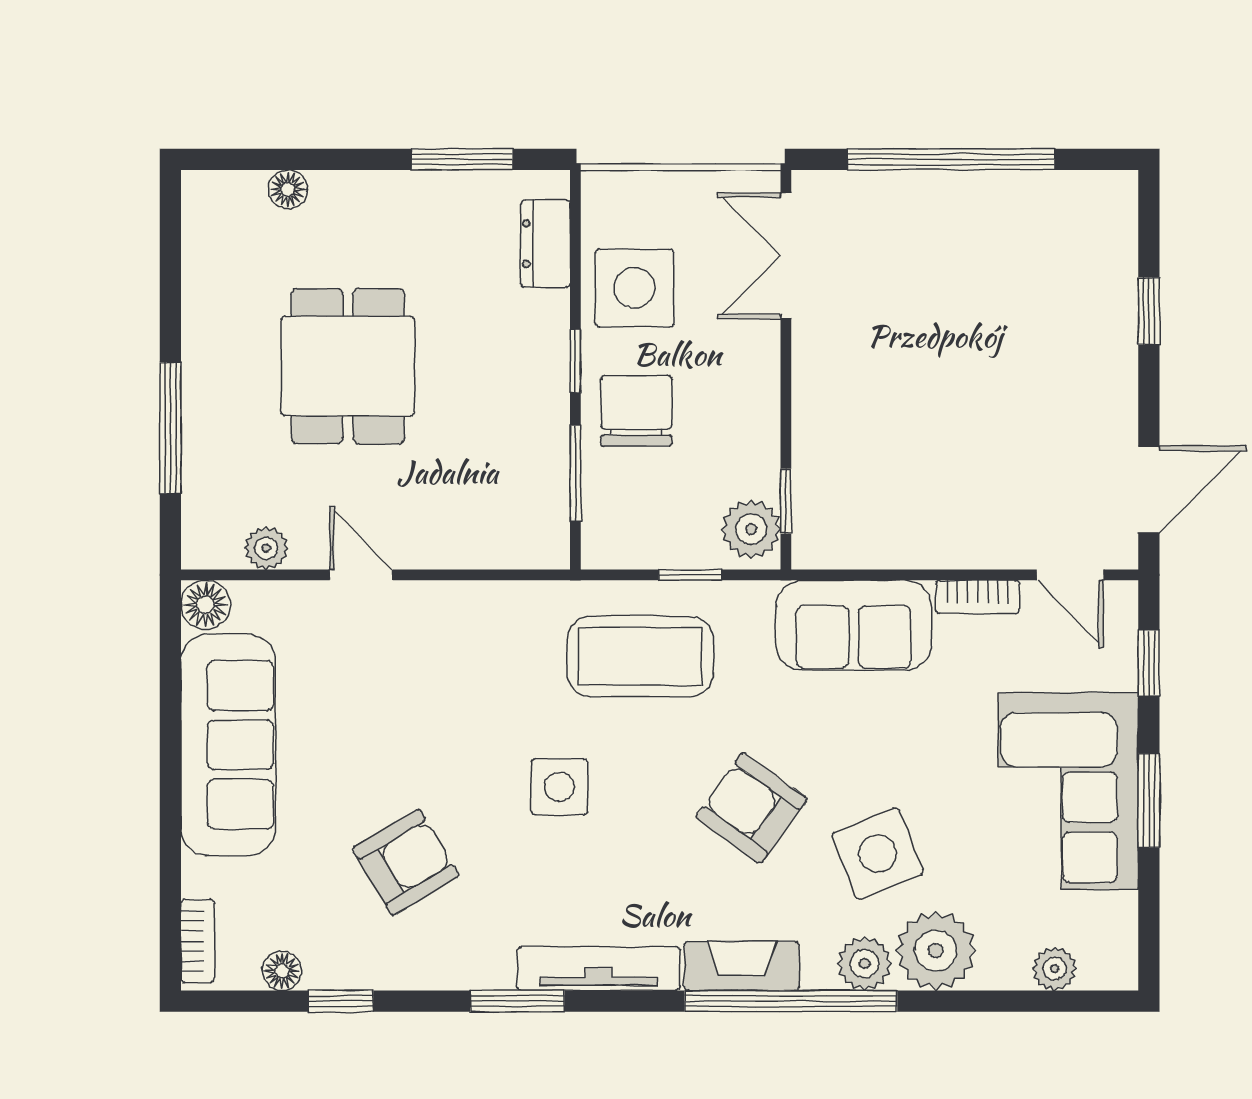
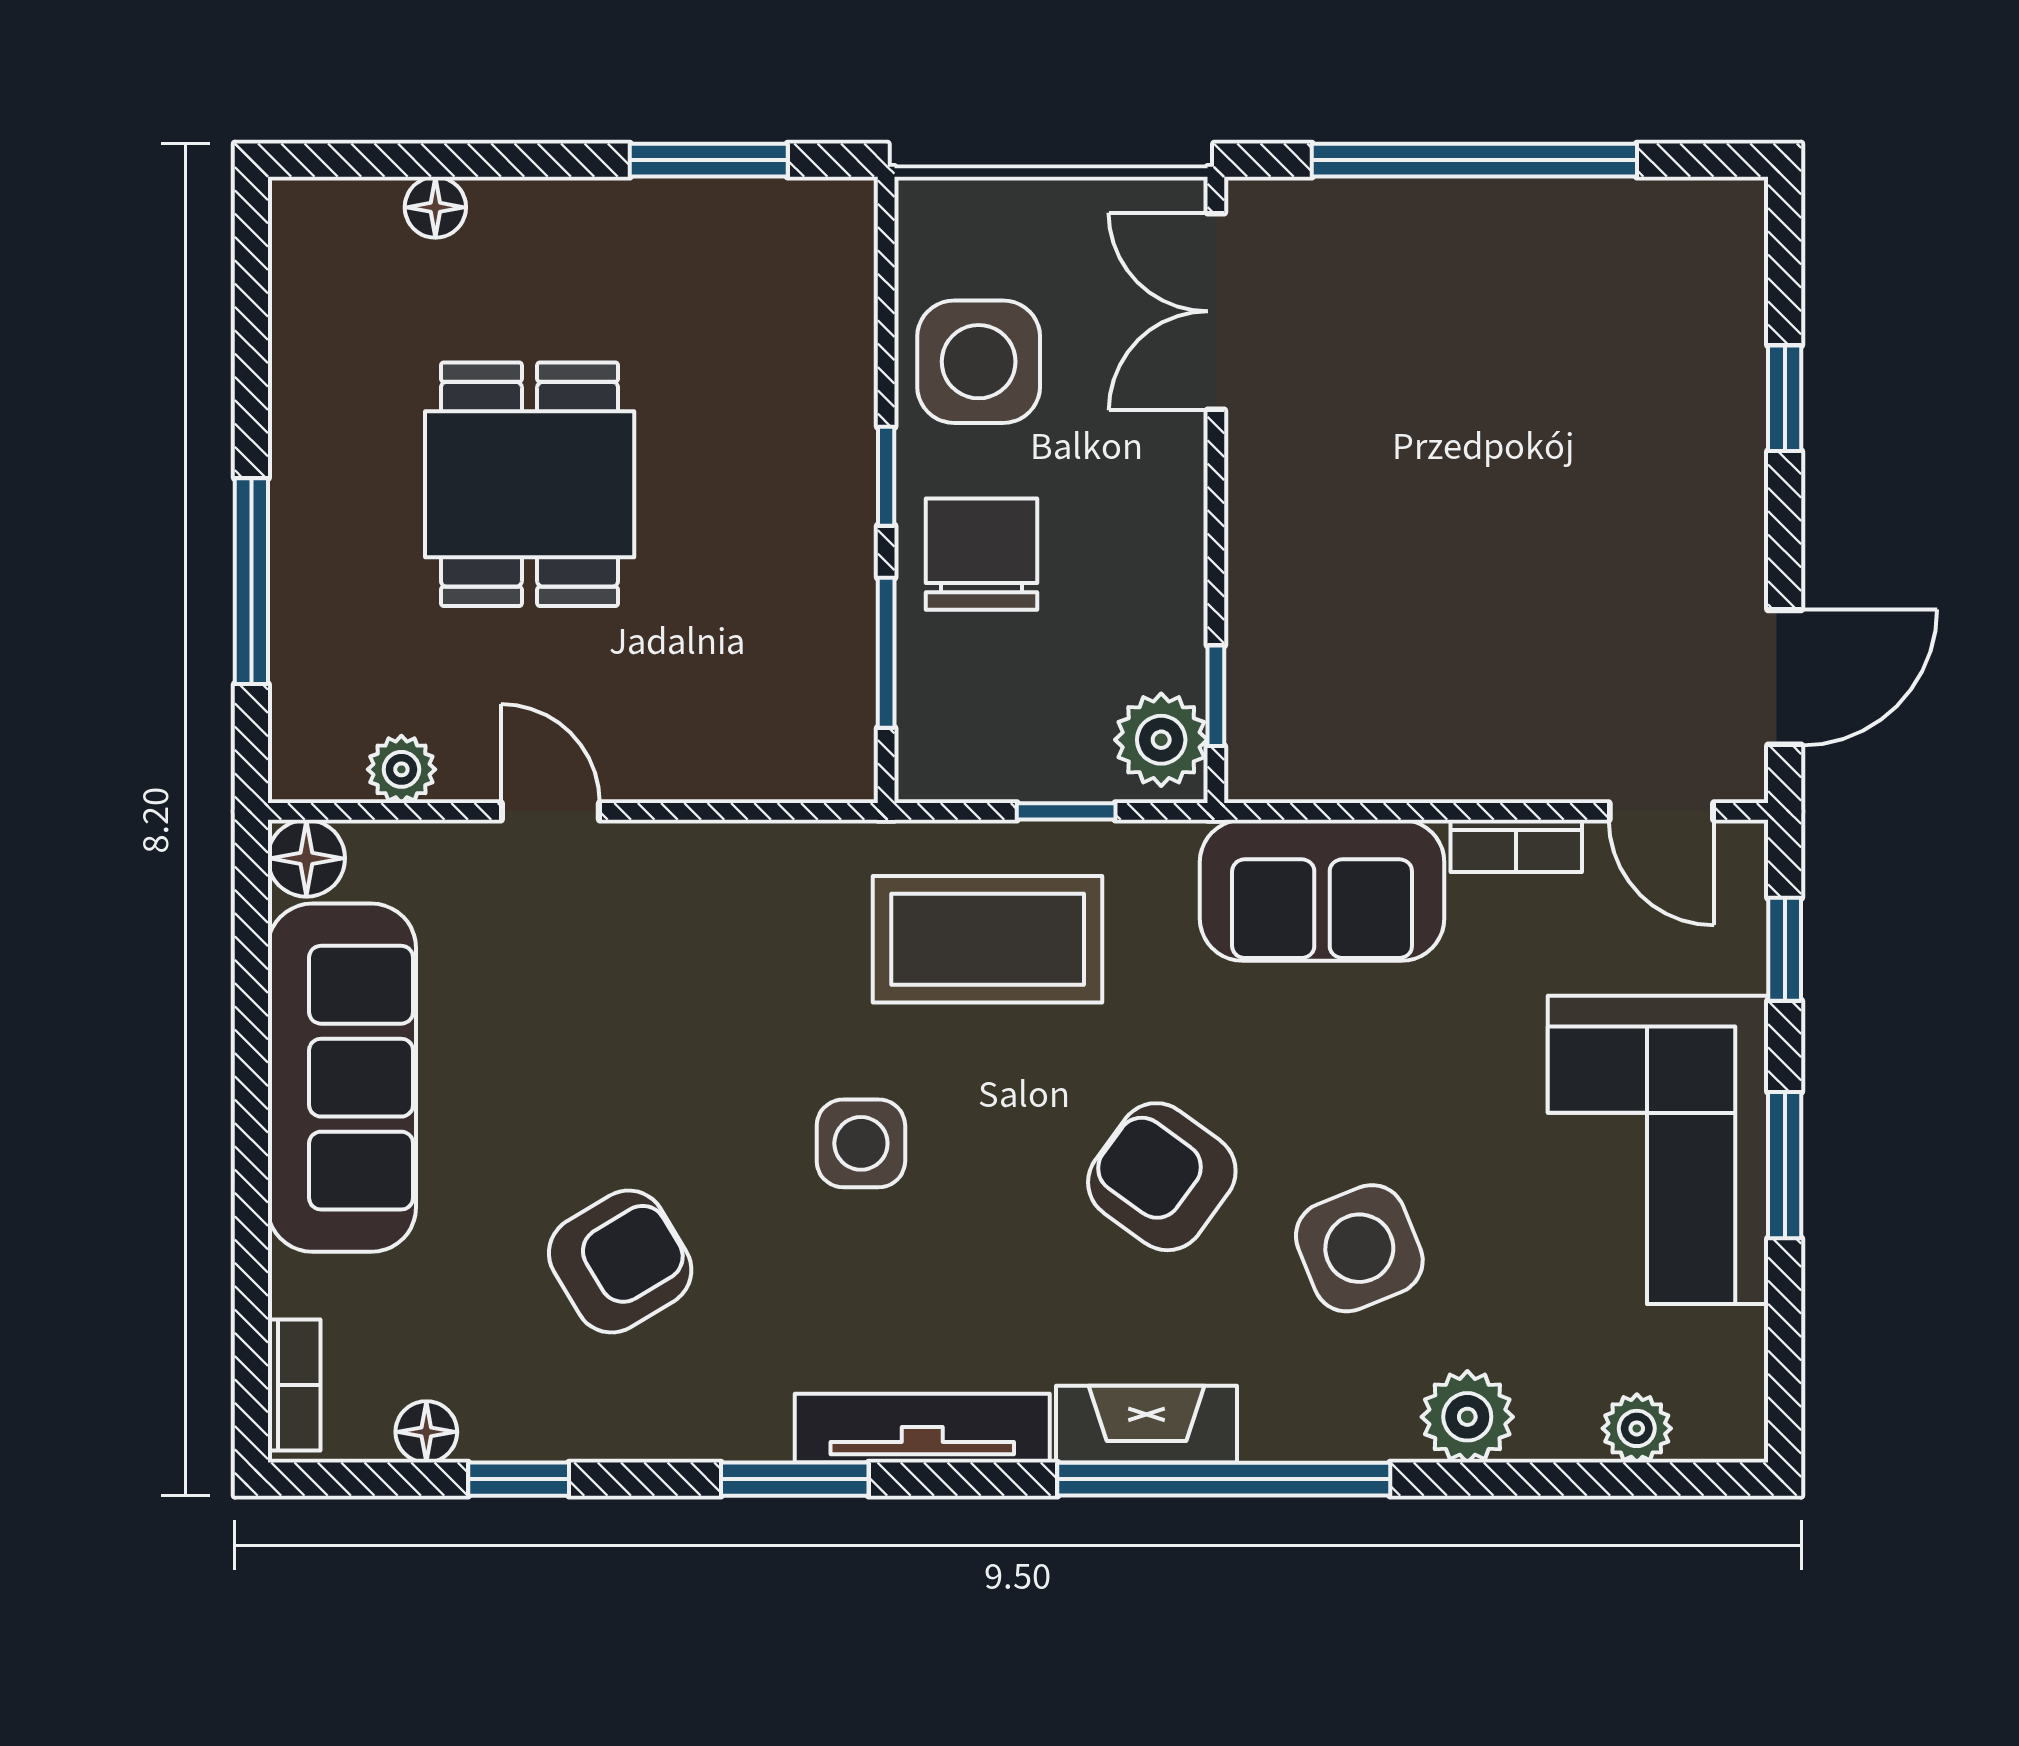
dresser: (545, 244) -> (839, 292), removed
plant: (936, 951) -> (1467, 1417), width x0.73, depth x0.73
plant: (865, 964) -> (1339, 1420), removed

